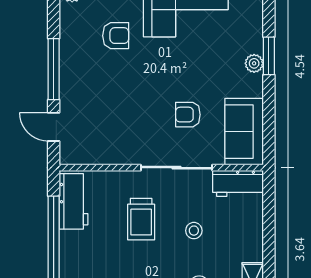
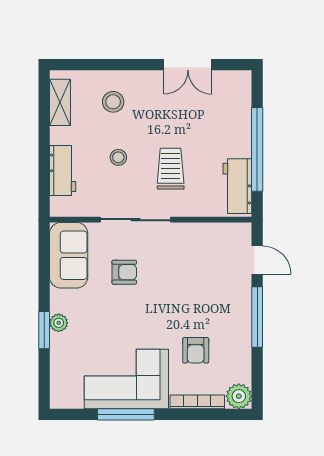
armchair: (116, 36) -> (196, 350), turned -90
workbench: (238, 183) -> (63, 170), moved, turned 90

